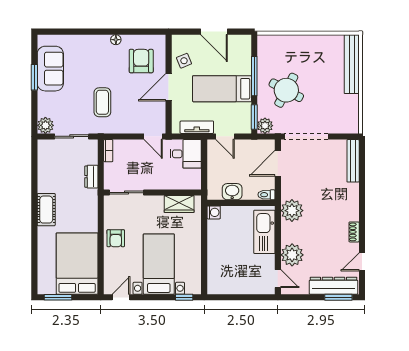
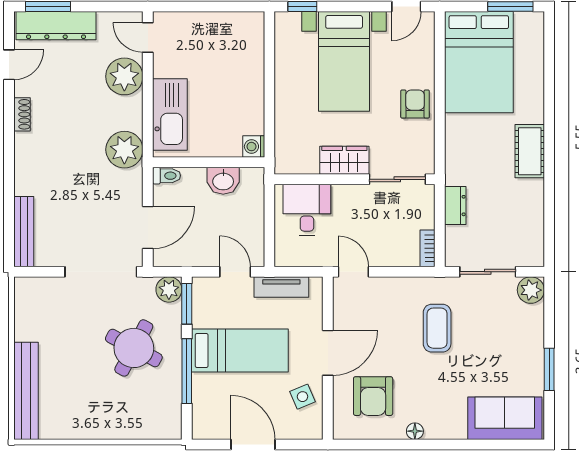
sofa: (50, 69) -> (505, 418), moved, turned 90
desk: (186, 154) -> (307, 210), moved, turned 90
wardrobe: (179, 204) -> (344, 160), moved

